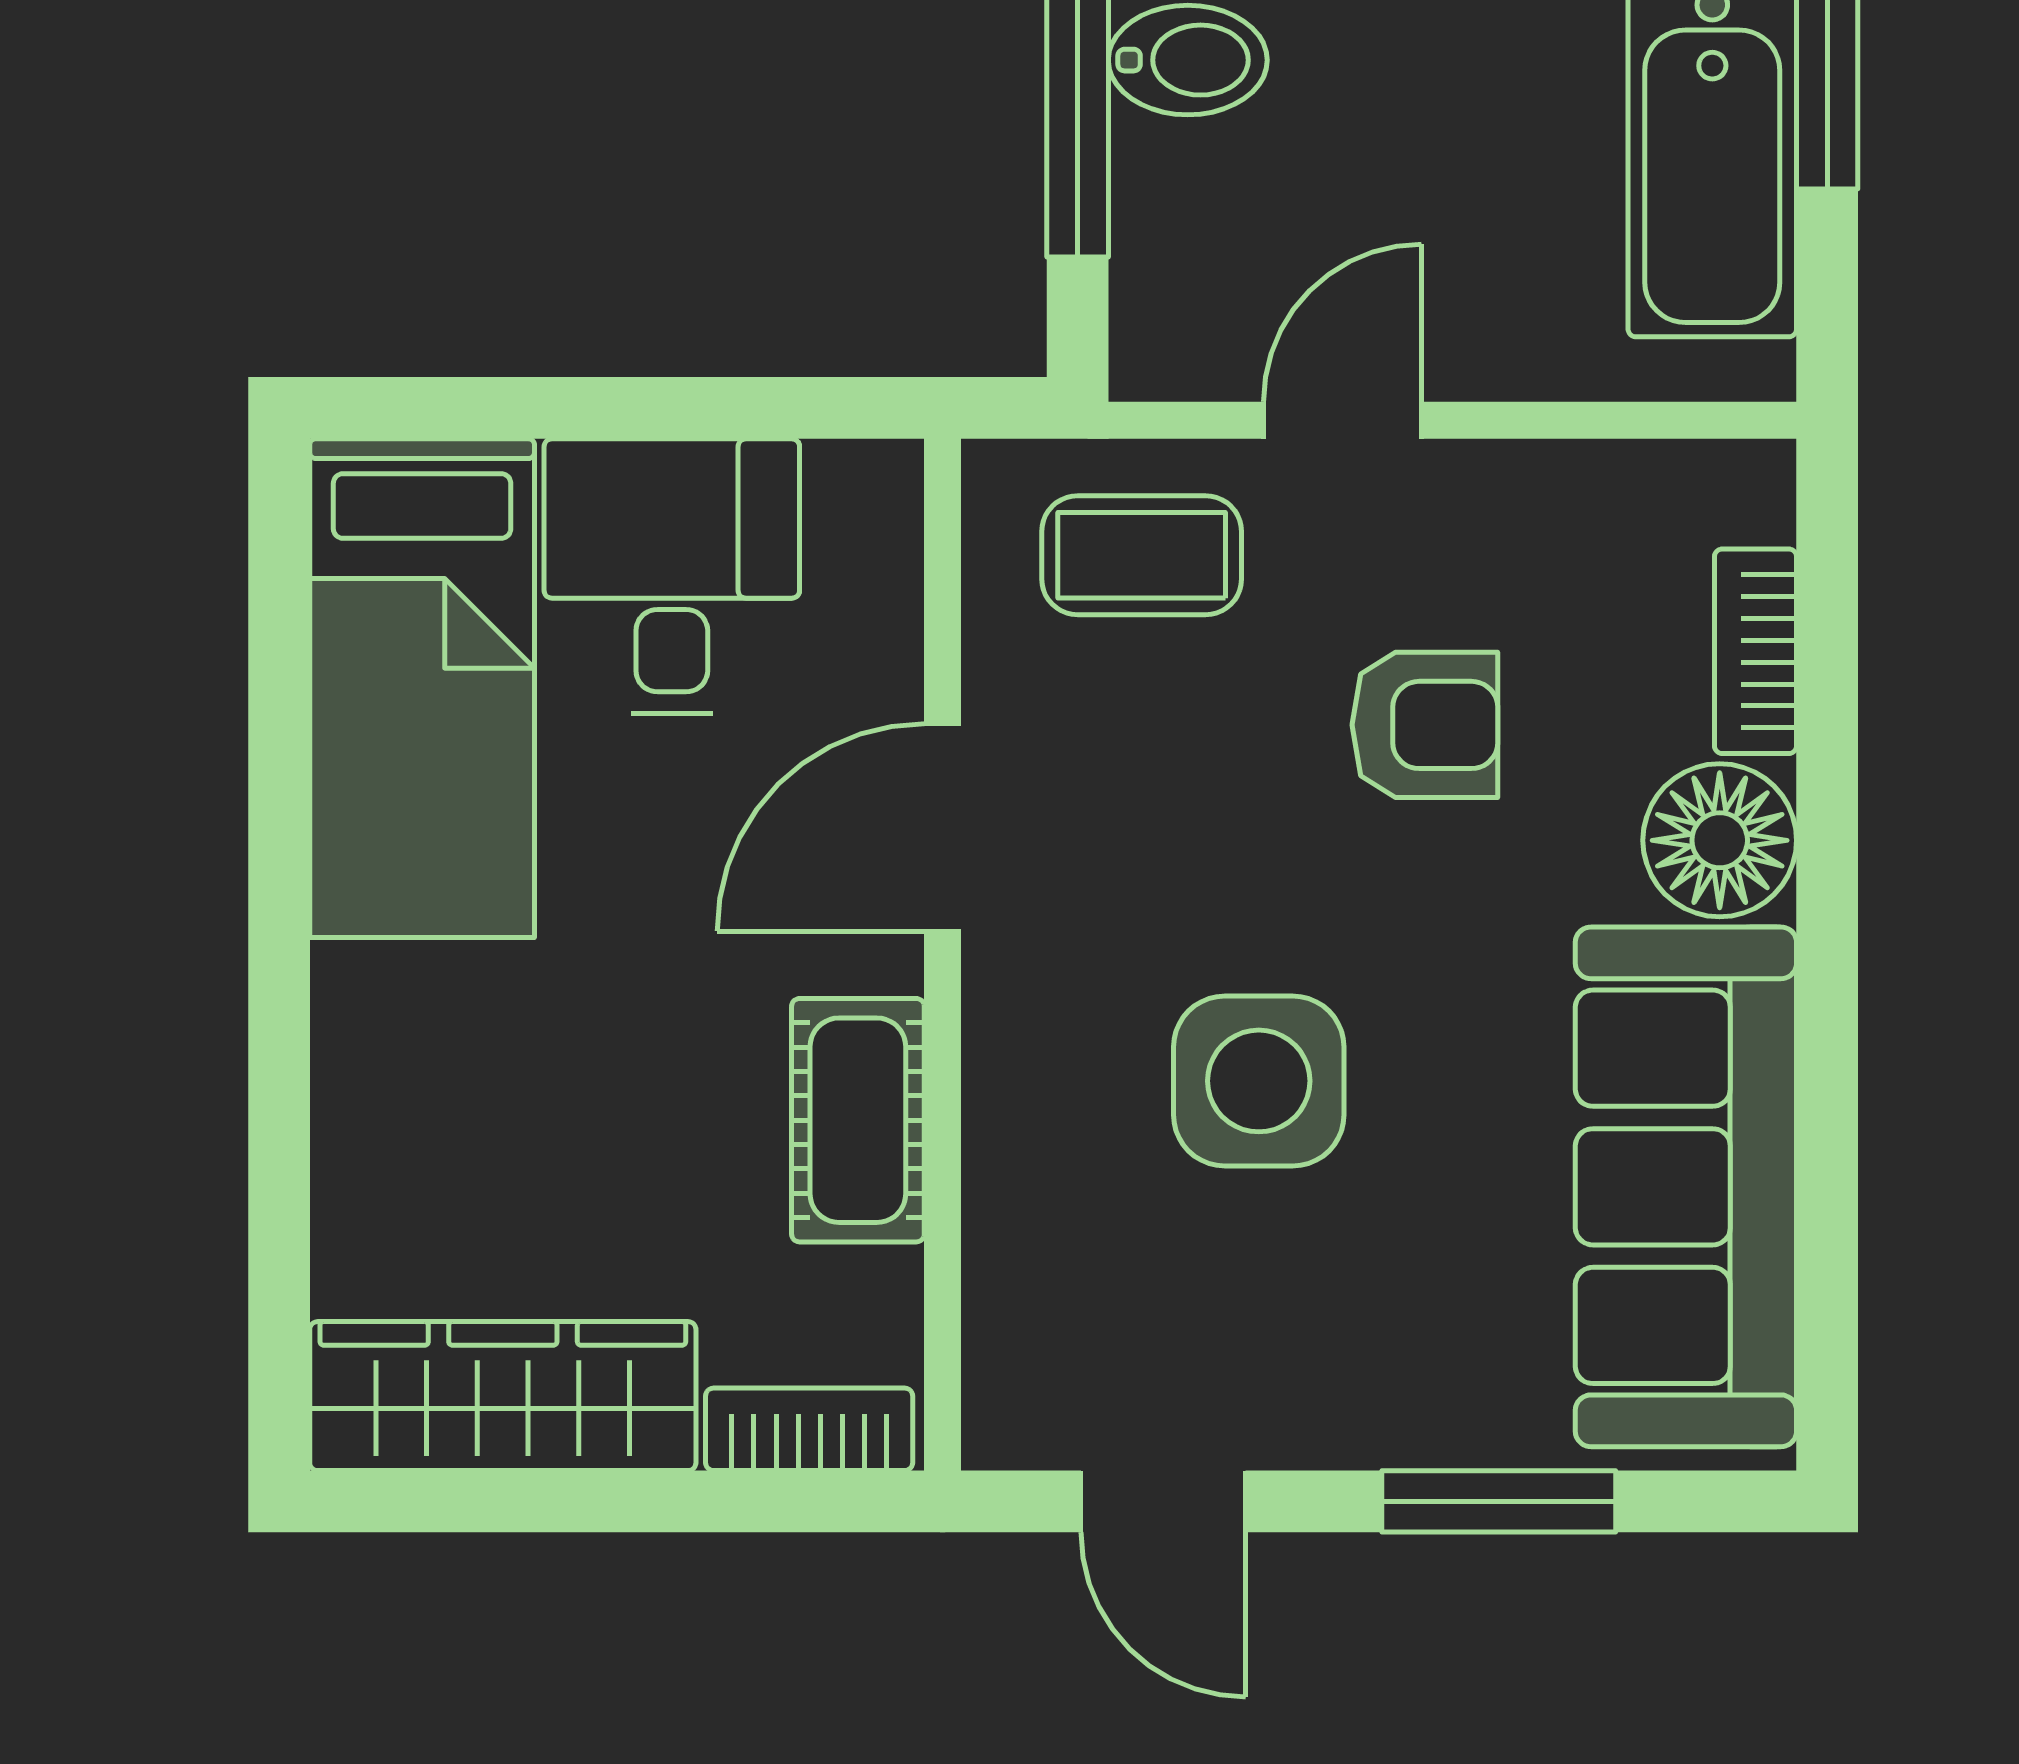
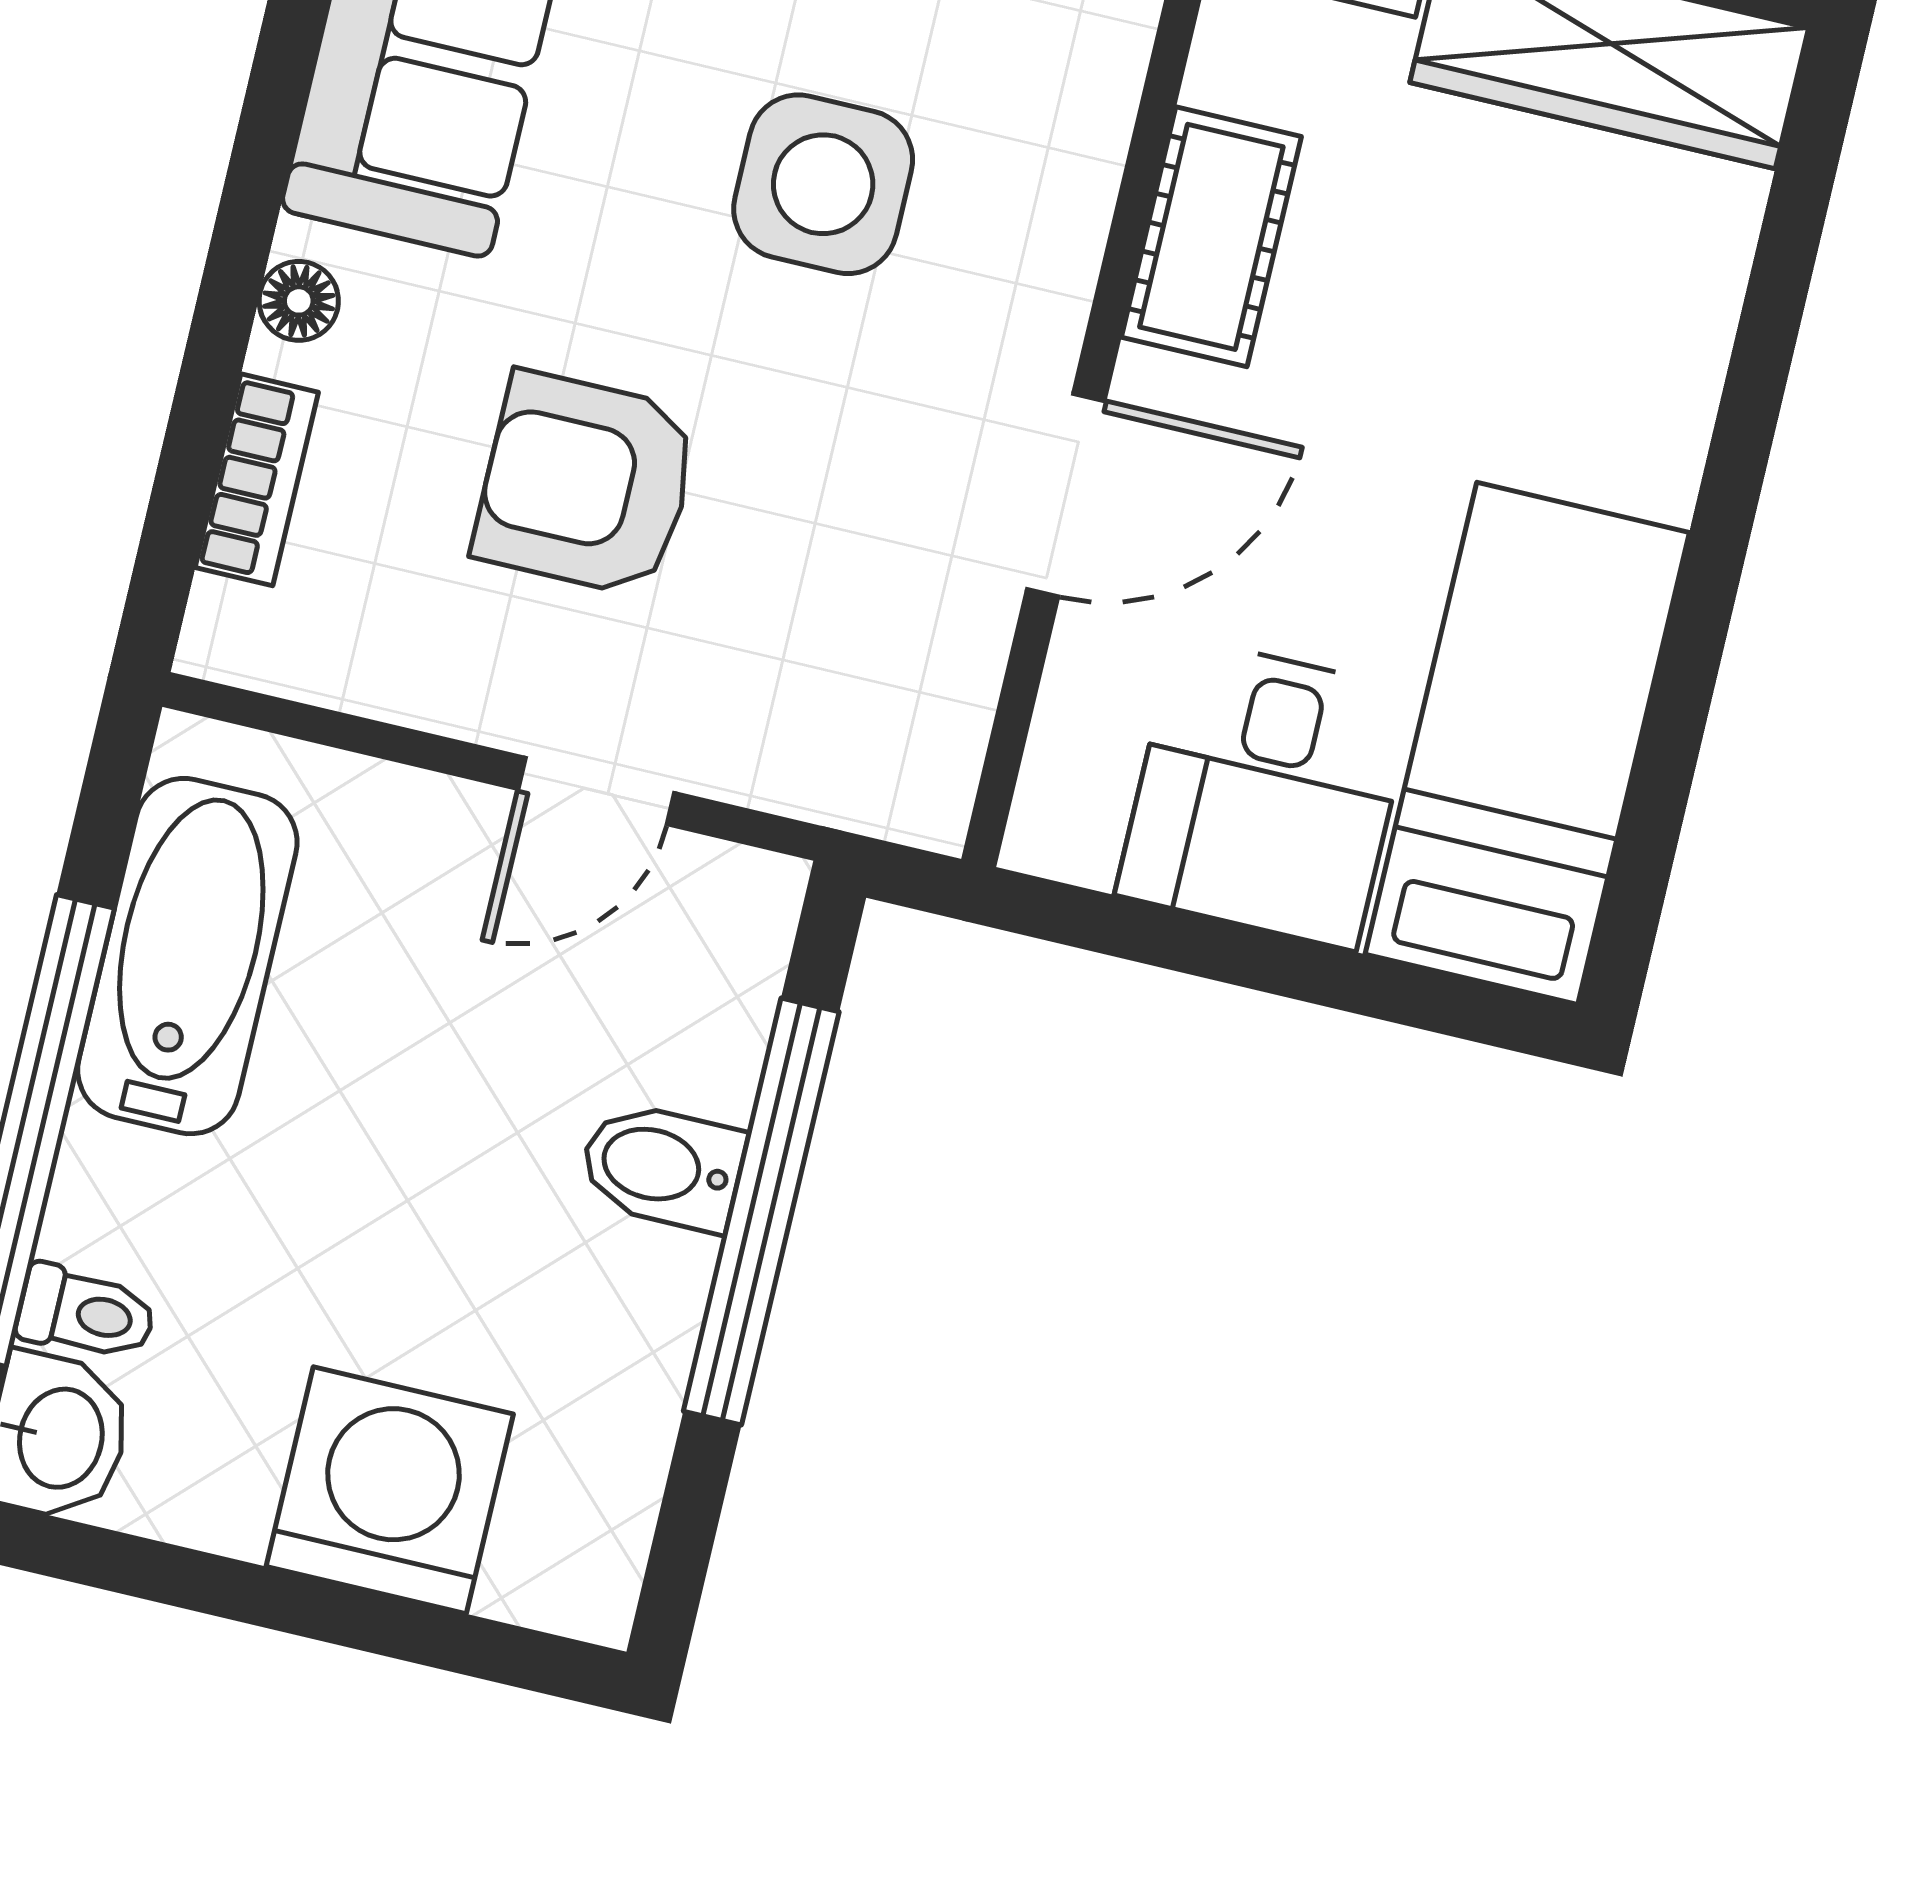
coffee table: (1142, 555) -> (816, 708), removed
armchair: (1425, 725) -> (586, 484), width x1.38, depth x1.38
floor lamp: (1720, 840) -> (299, 301), width x0.53, depth x0.53

